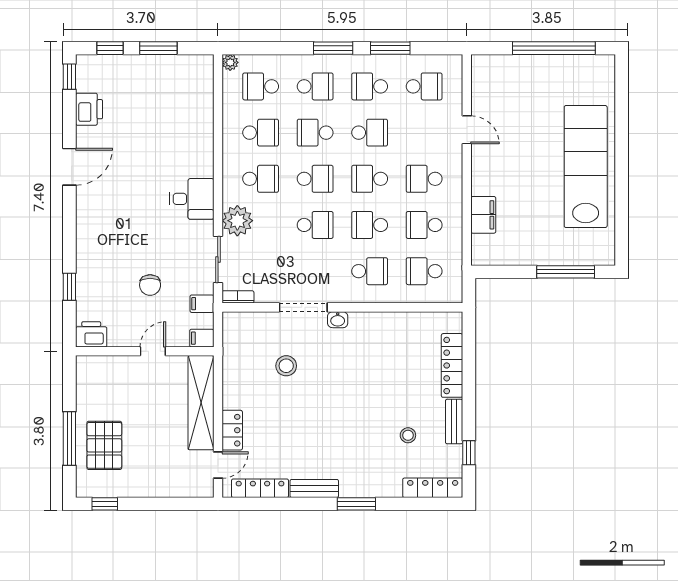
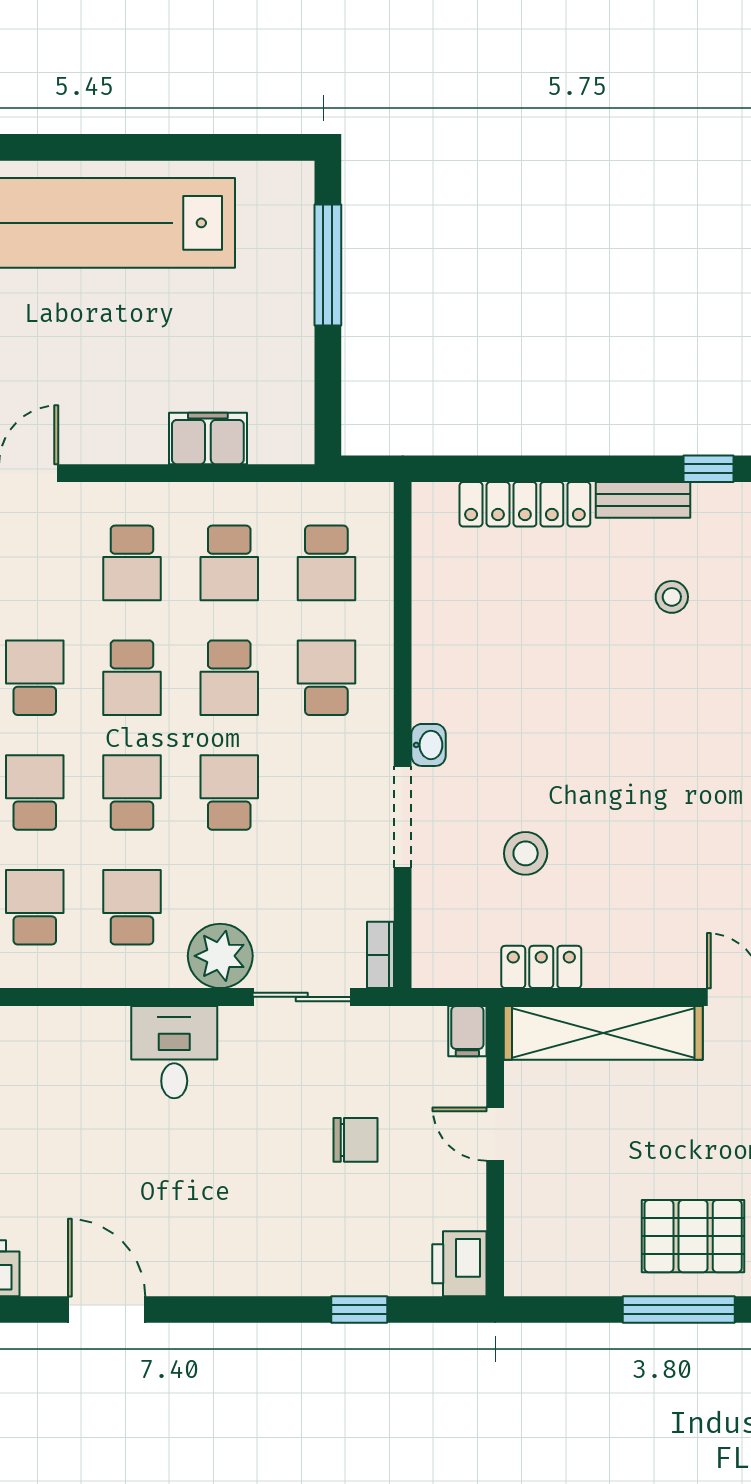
school desk: (315, 133) -> (35, 792), turned 180
filing cabinet: (202, 304) -> (395, 1031), removed
locker: (232, 430) -> (541, 967), moved

